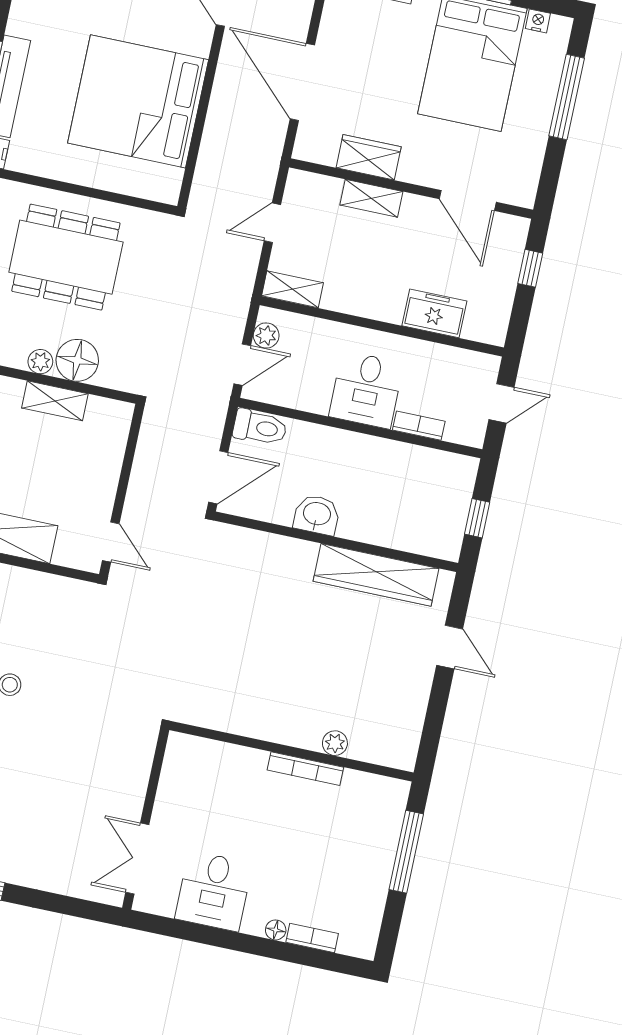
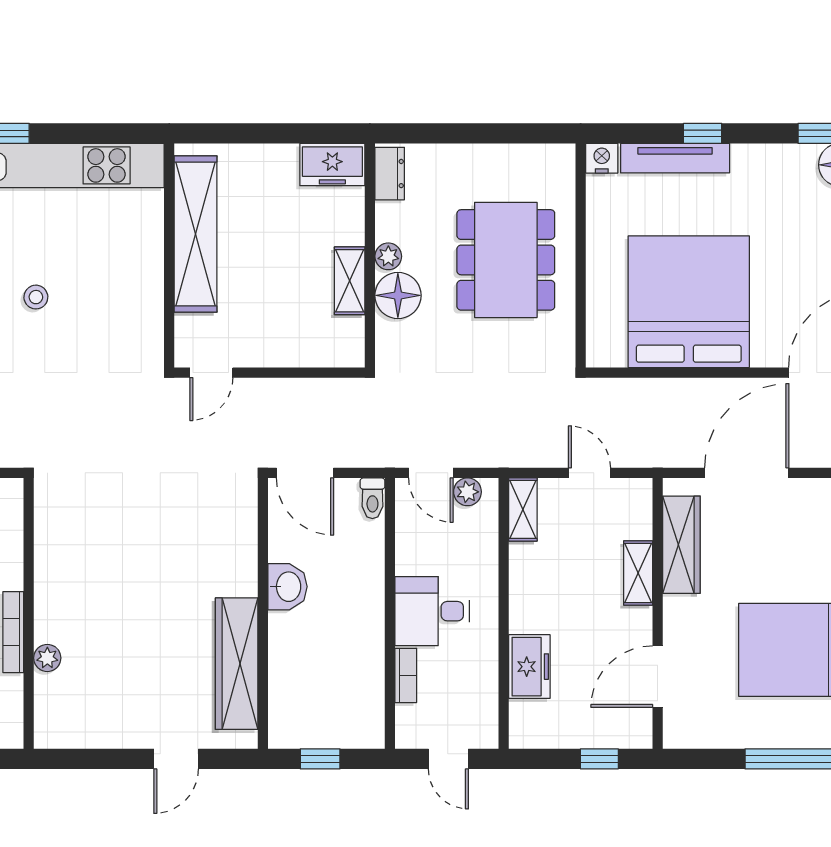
wardrobe: (369, 157) -> (681, 545), width x1.50
toilet: (260, 427) -> (372, 498), width x0.73, depth x0.72

